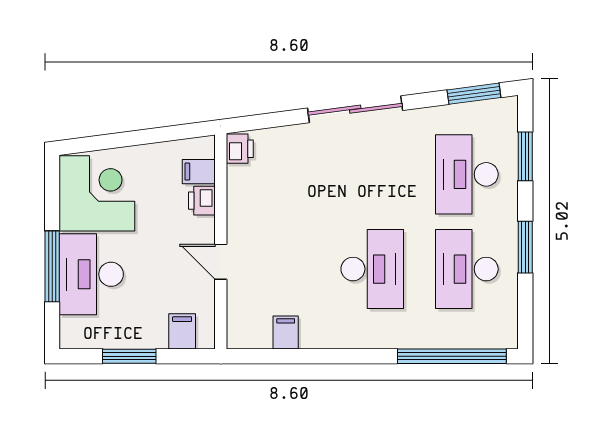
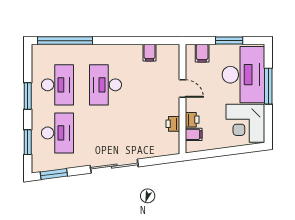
printer: (240, 149) -> (173, 124), moved
desk: (91, 274) -> (243, 75), width x1.36, depth x1.30

